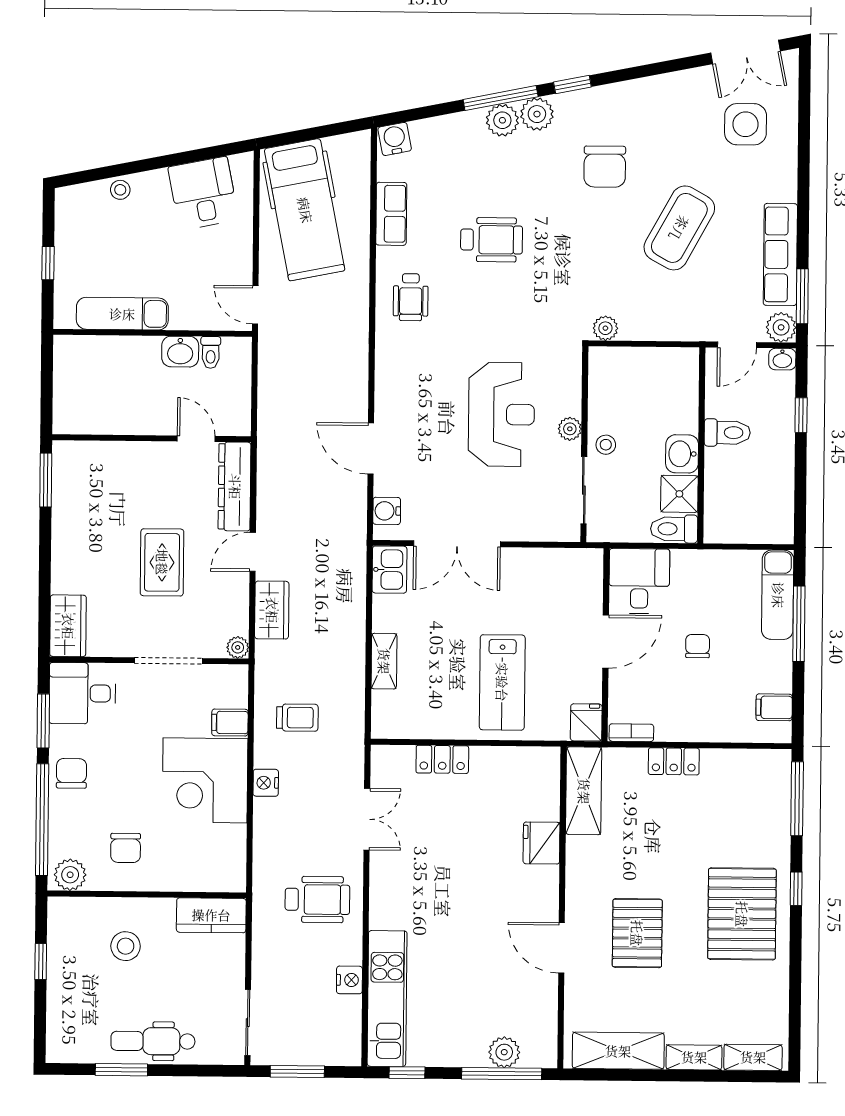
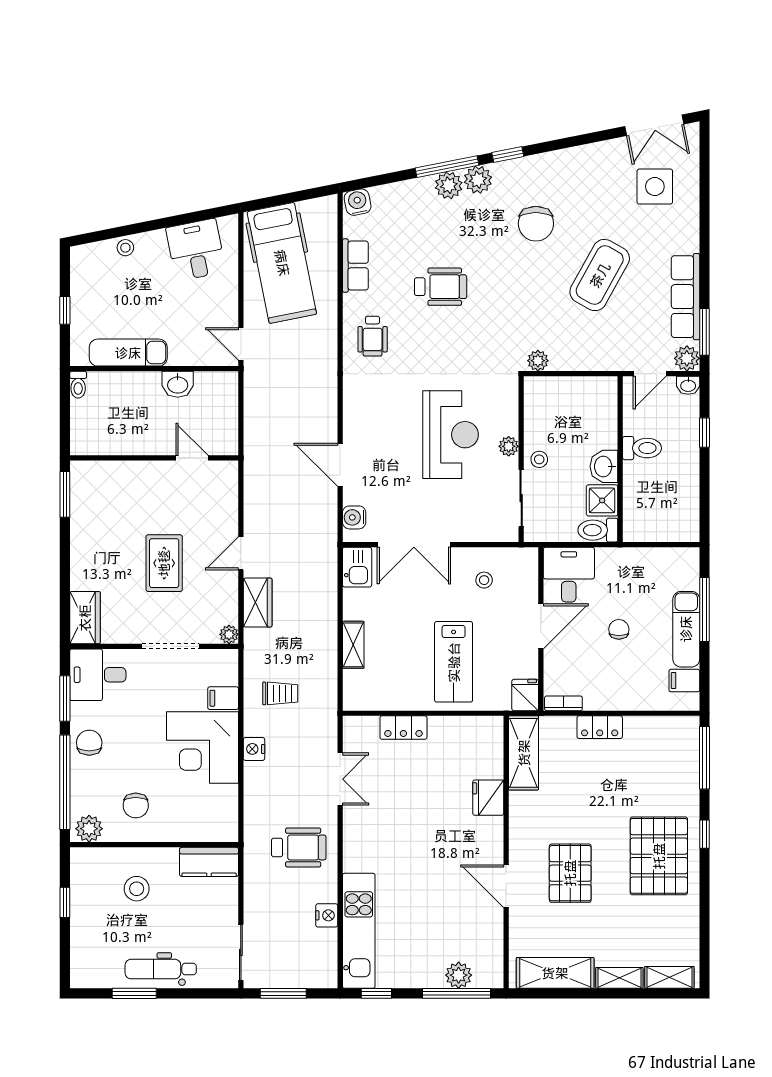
toilet: (211, 352) -> (78, 385), moved
dresser: (235, 486) -> (225, 498), removed
stool: (539, 586) -> (484, 580), added
exam couch: (778, 595) -> (686, 629), moved

